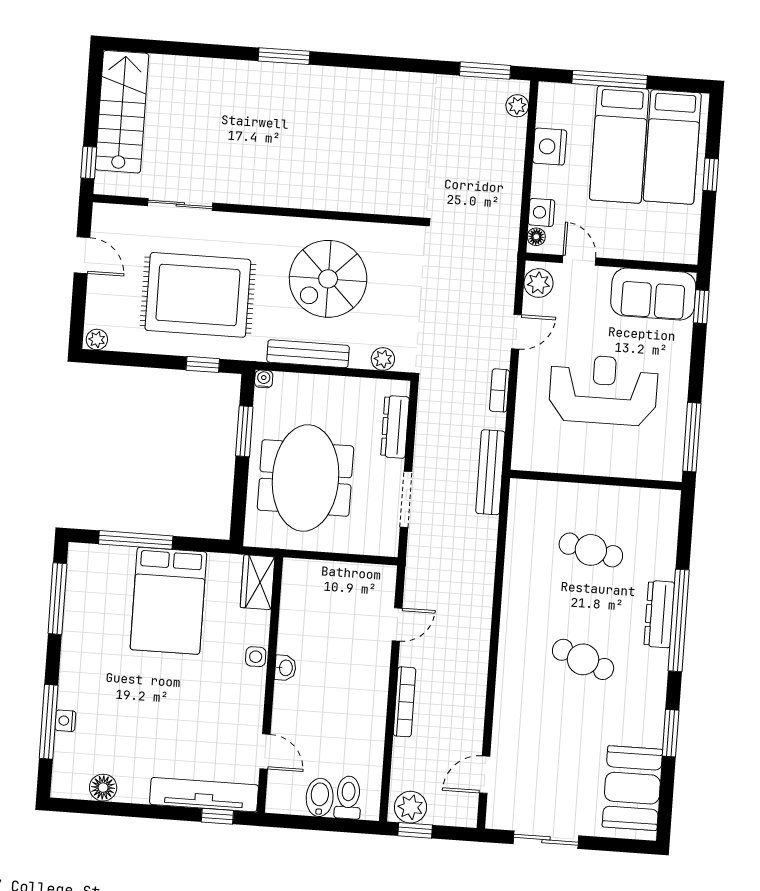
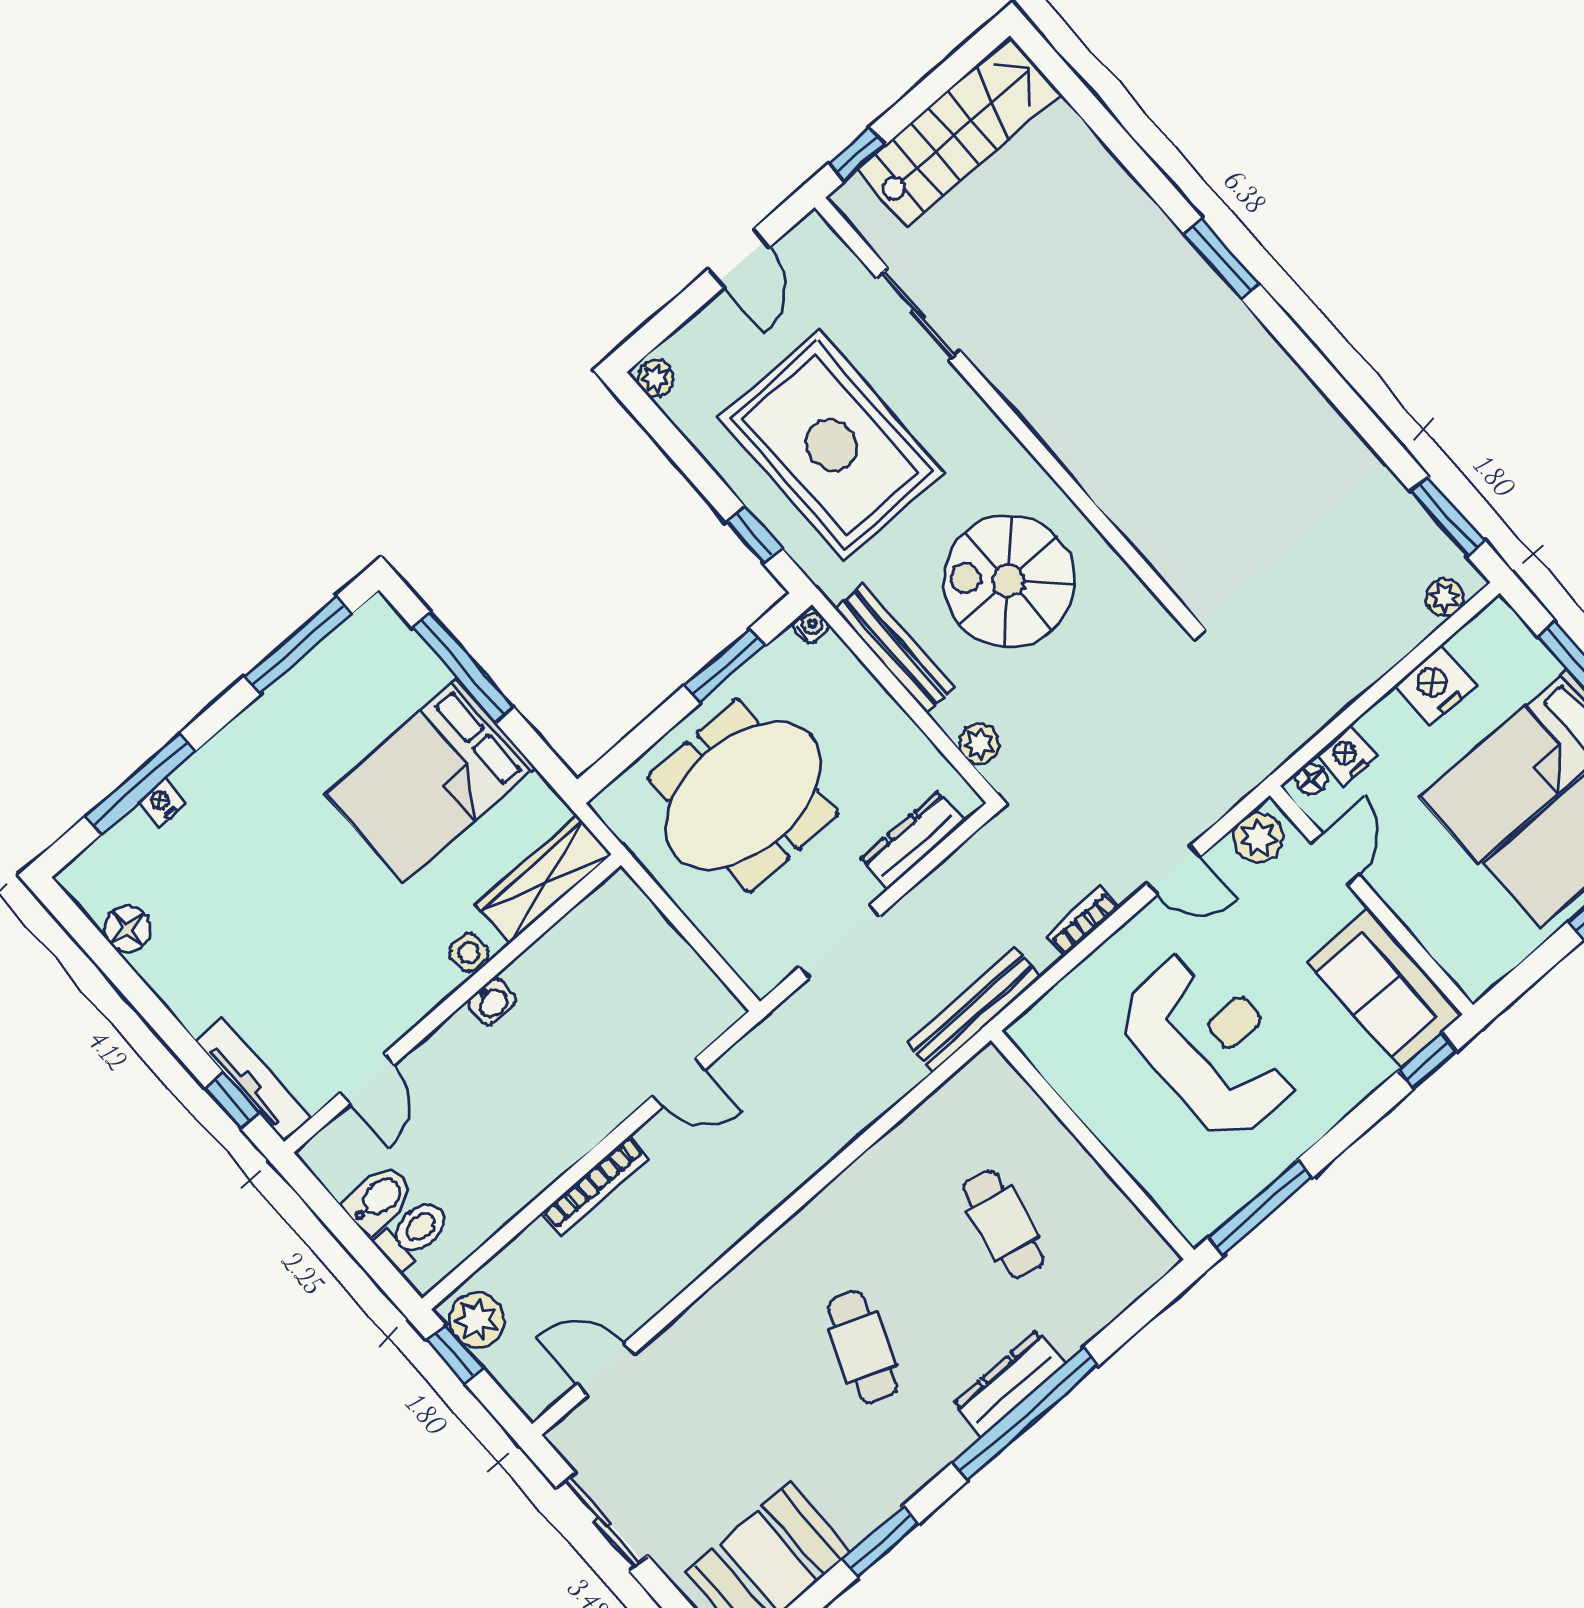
wardrobe: (258, 582) -> (543, 879), width x1.50
tv unit: (204, 795) -> (254, 1080), width x0.73, depth x0.78

